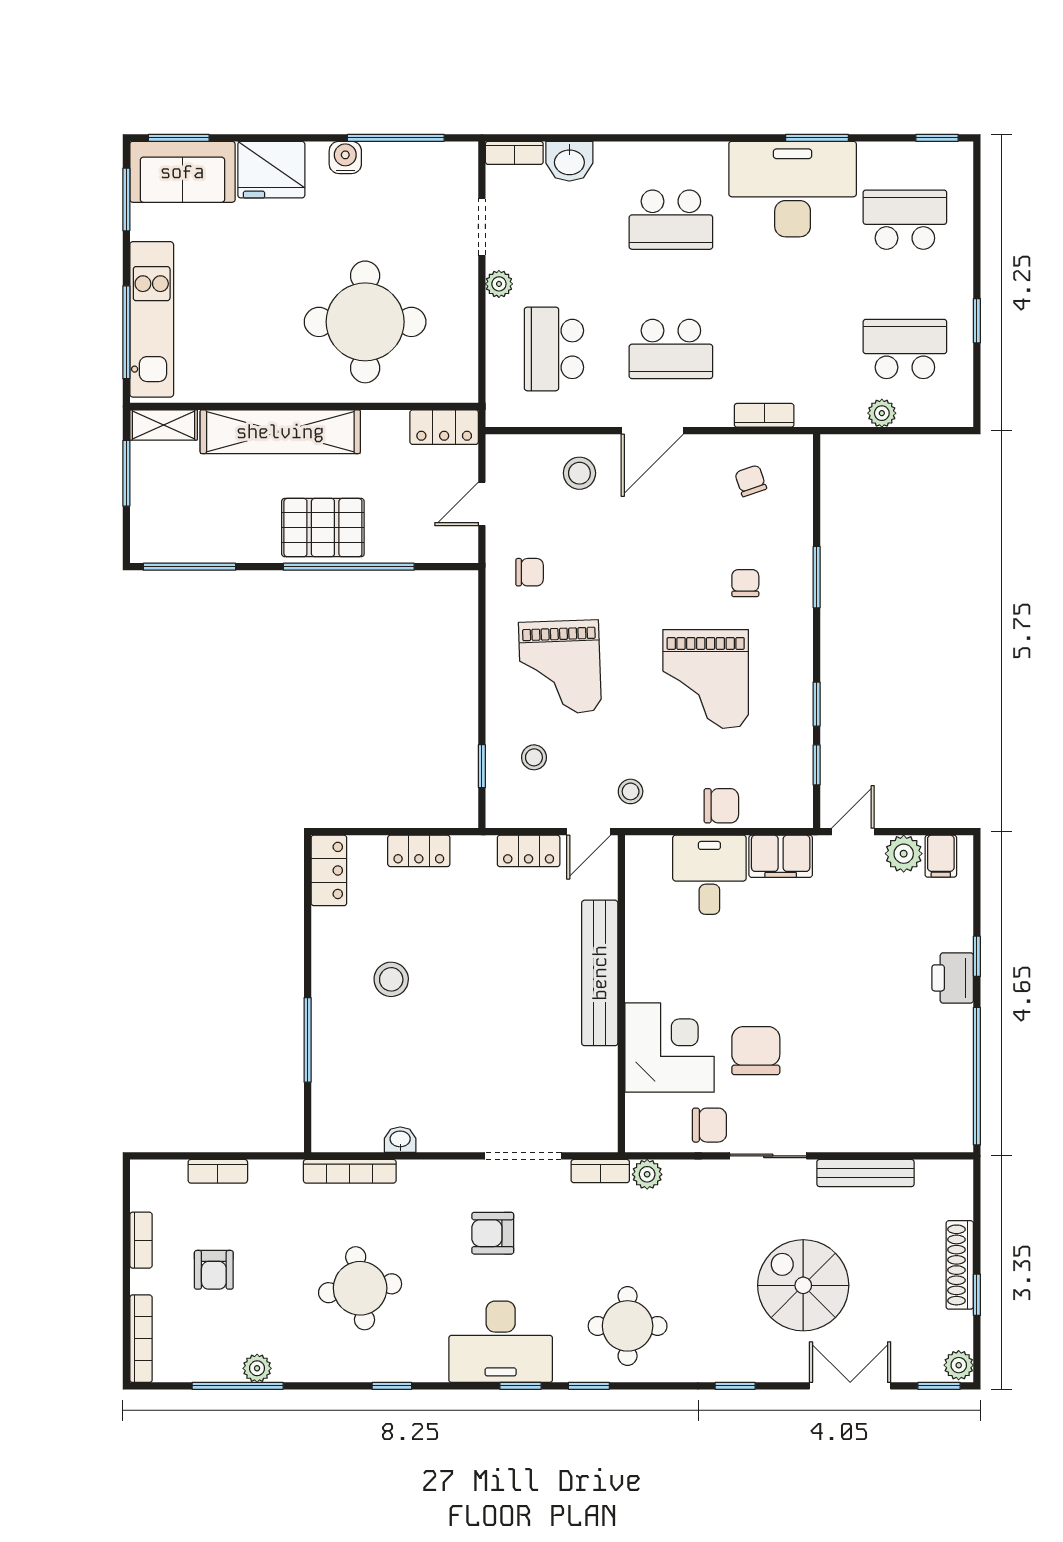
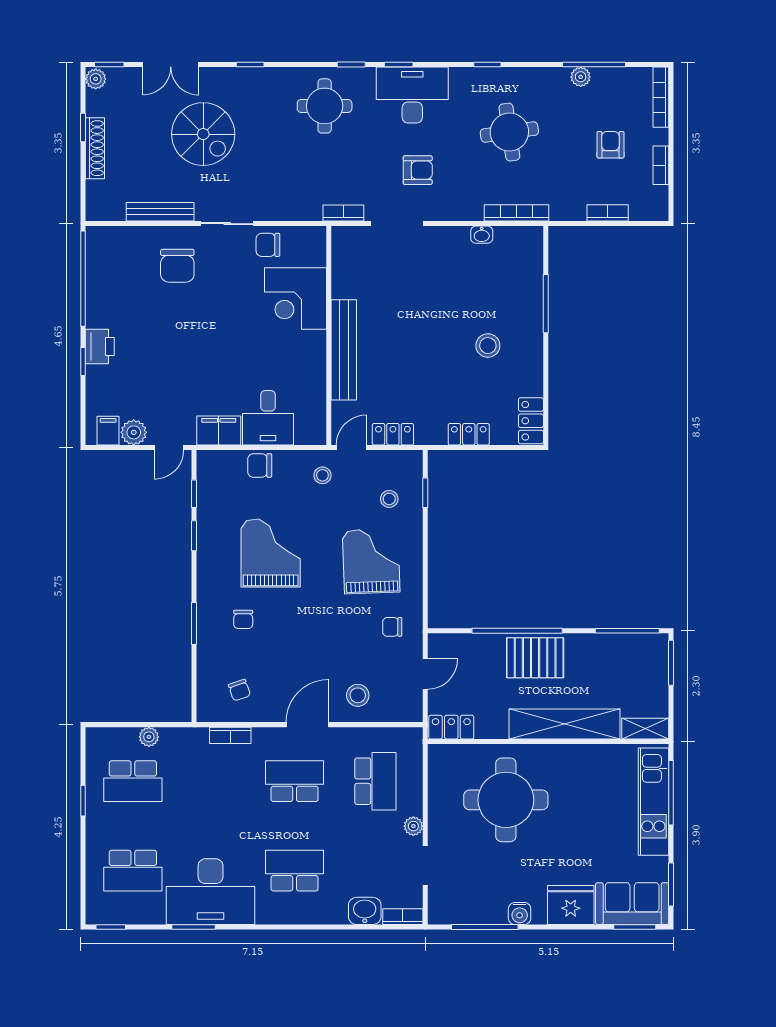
window: (126, 473) -> (671, 663), moved
chair: (756, 1051) -> (177, 266), moved
plant: (647, 1174) -> (311, 211), removed

